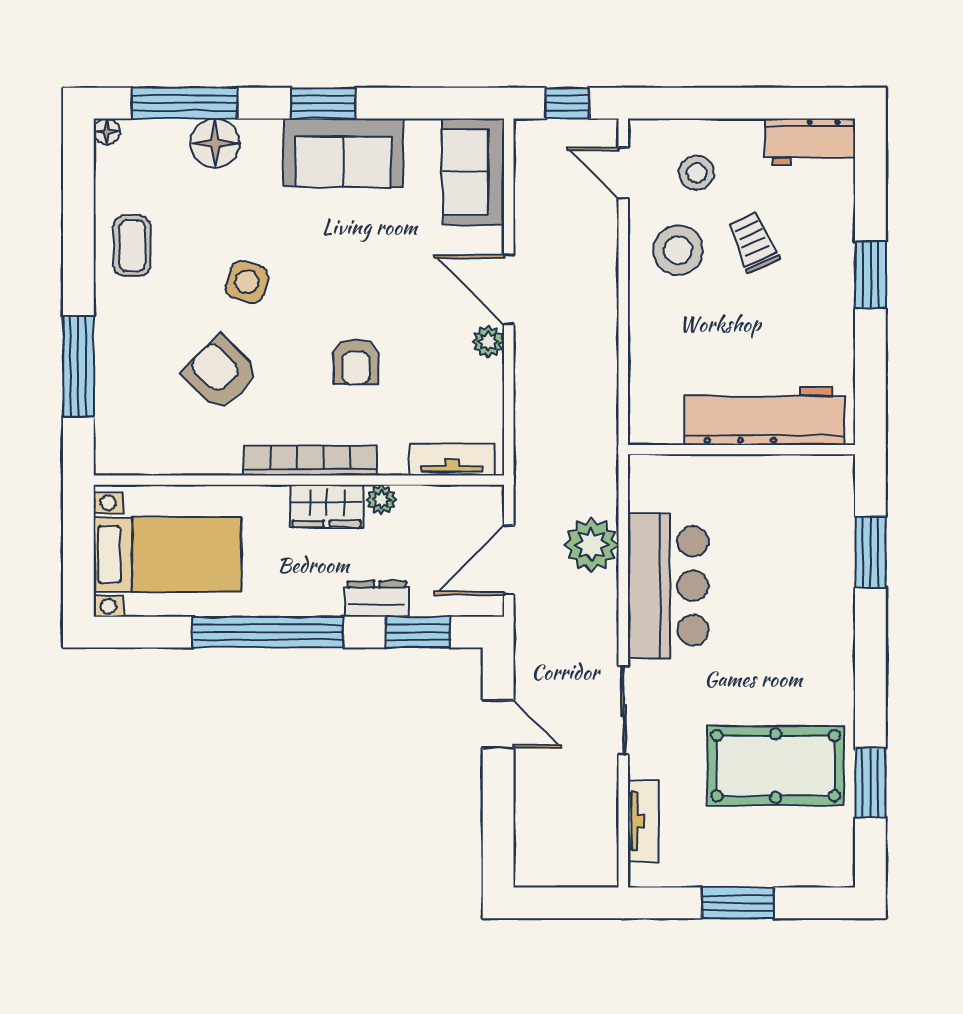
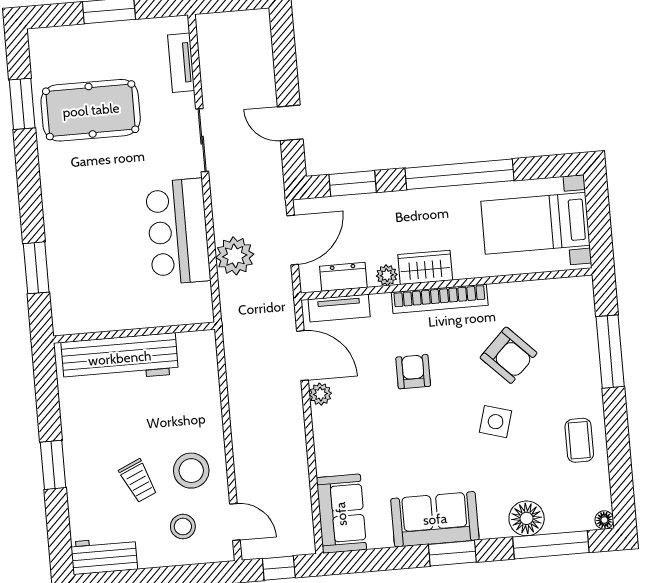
door: (509, 290) -> (303, 356), moved
dresser: (377, 599) -> (343, 277), moved, turned 180

